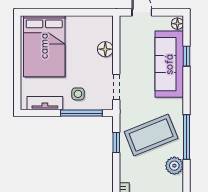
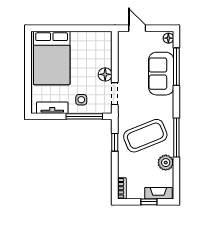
floor lamp: (105, 49) -> (105, 74), moved
window: (187, 56) -> (176, 67), width x2.17
sofa: (169, 64) -> (161, 74), width x0.73

